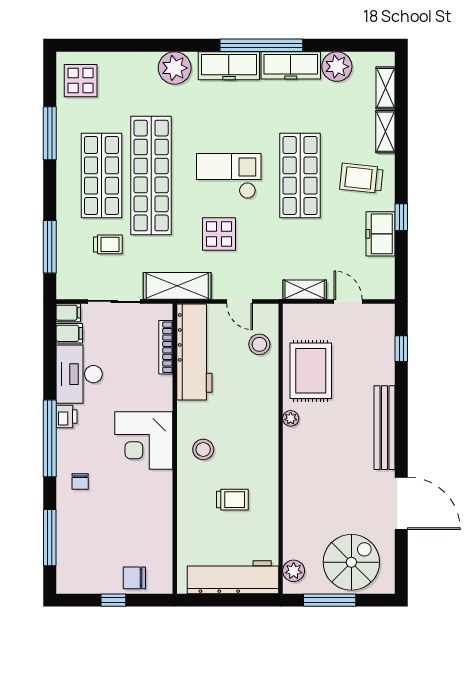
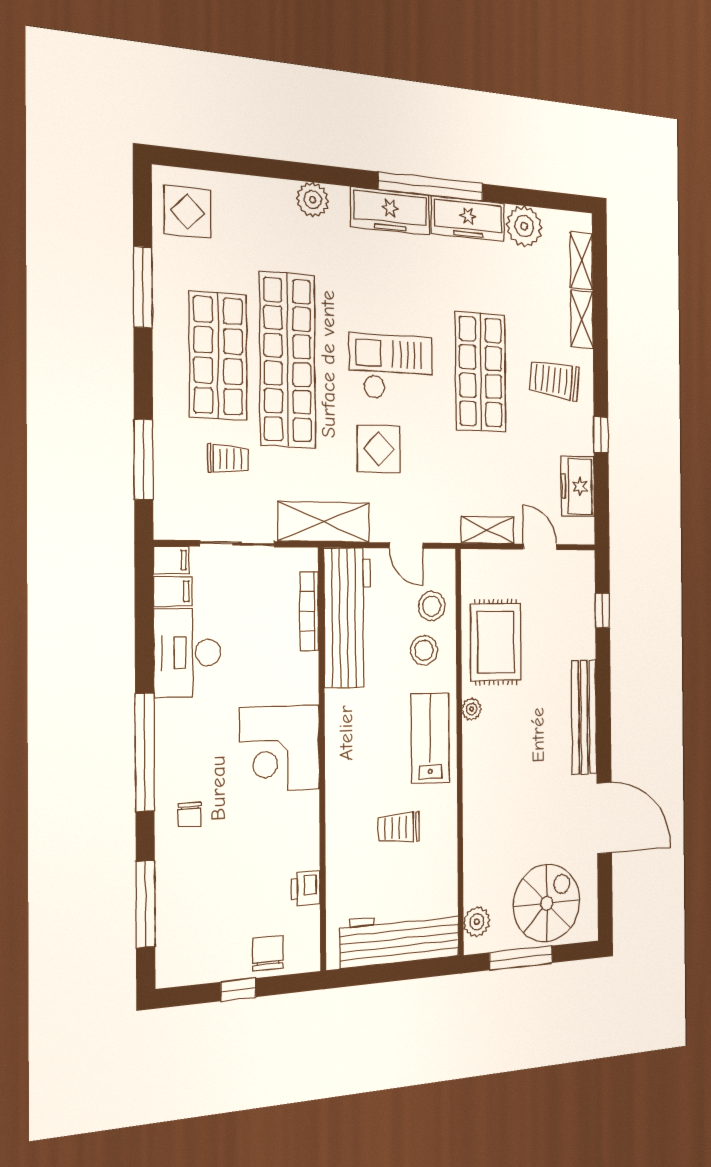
plant: (175, 68) -> (313, 200), width x0.73, depth x0.73
freezer: (381, 234) -> (578, 486), moved
printer: (67, 416) -> (306, 888), moved, turned 180
lab bench: (257, 438) -> (430, 738), added
stool: (203, 449) -> (424, 650), moved
trolley: (232, 500) -> (399, 828), turned 180
chair: (134, 578) -> (268, 953), turned 90

